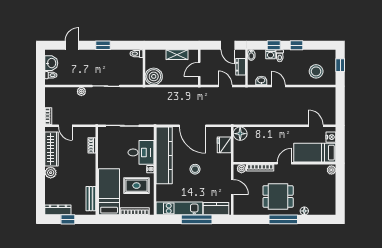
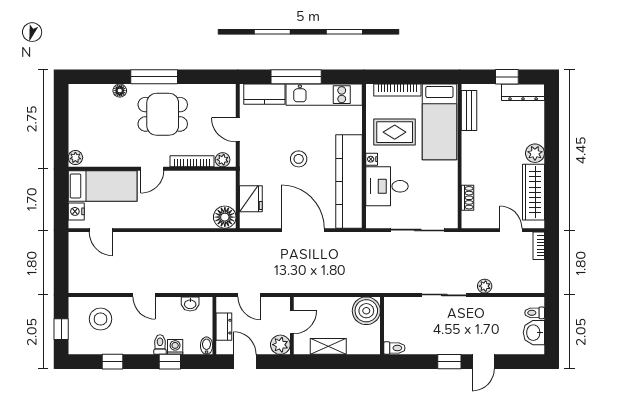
door: (72, 45) -> (483, 362), moved
window: (296, 45) -> (112, 362), moved
plant: (206, 56) -> (280, 345), added
door: (278, 86) -> (144, 295), moved

